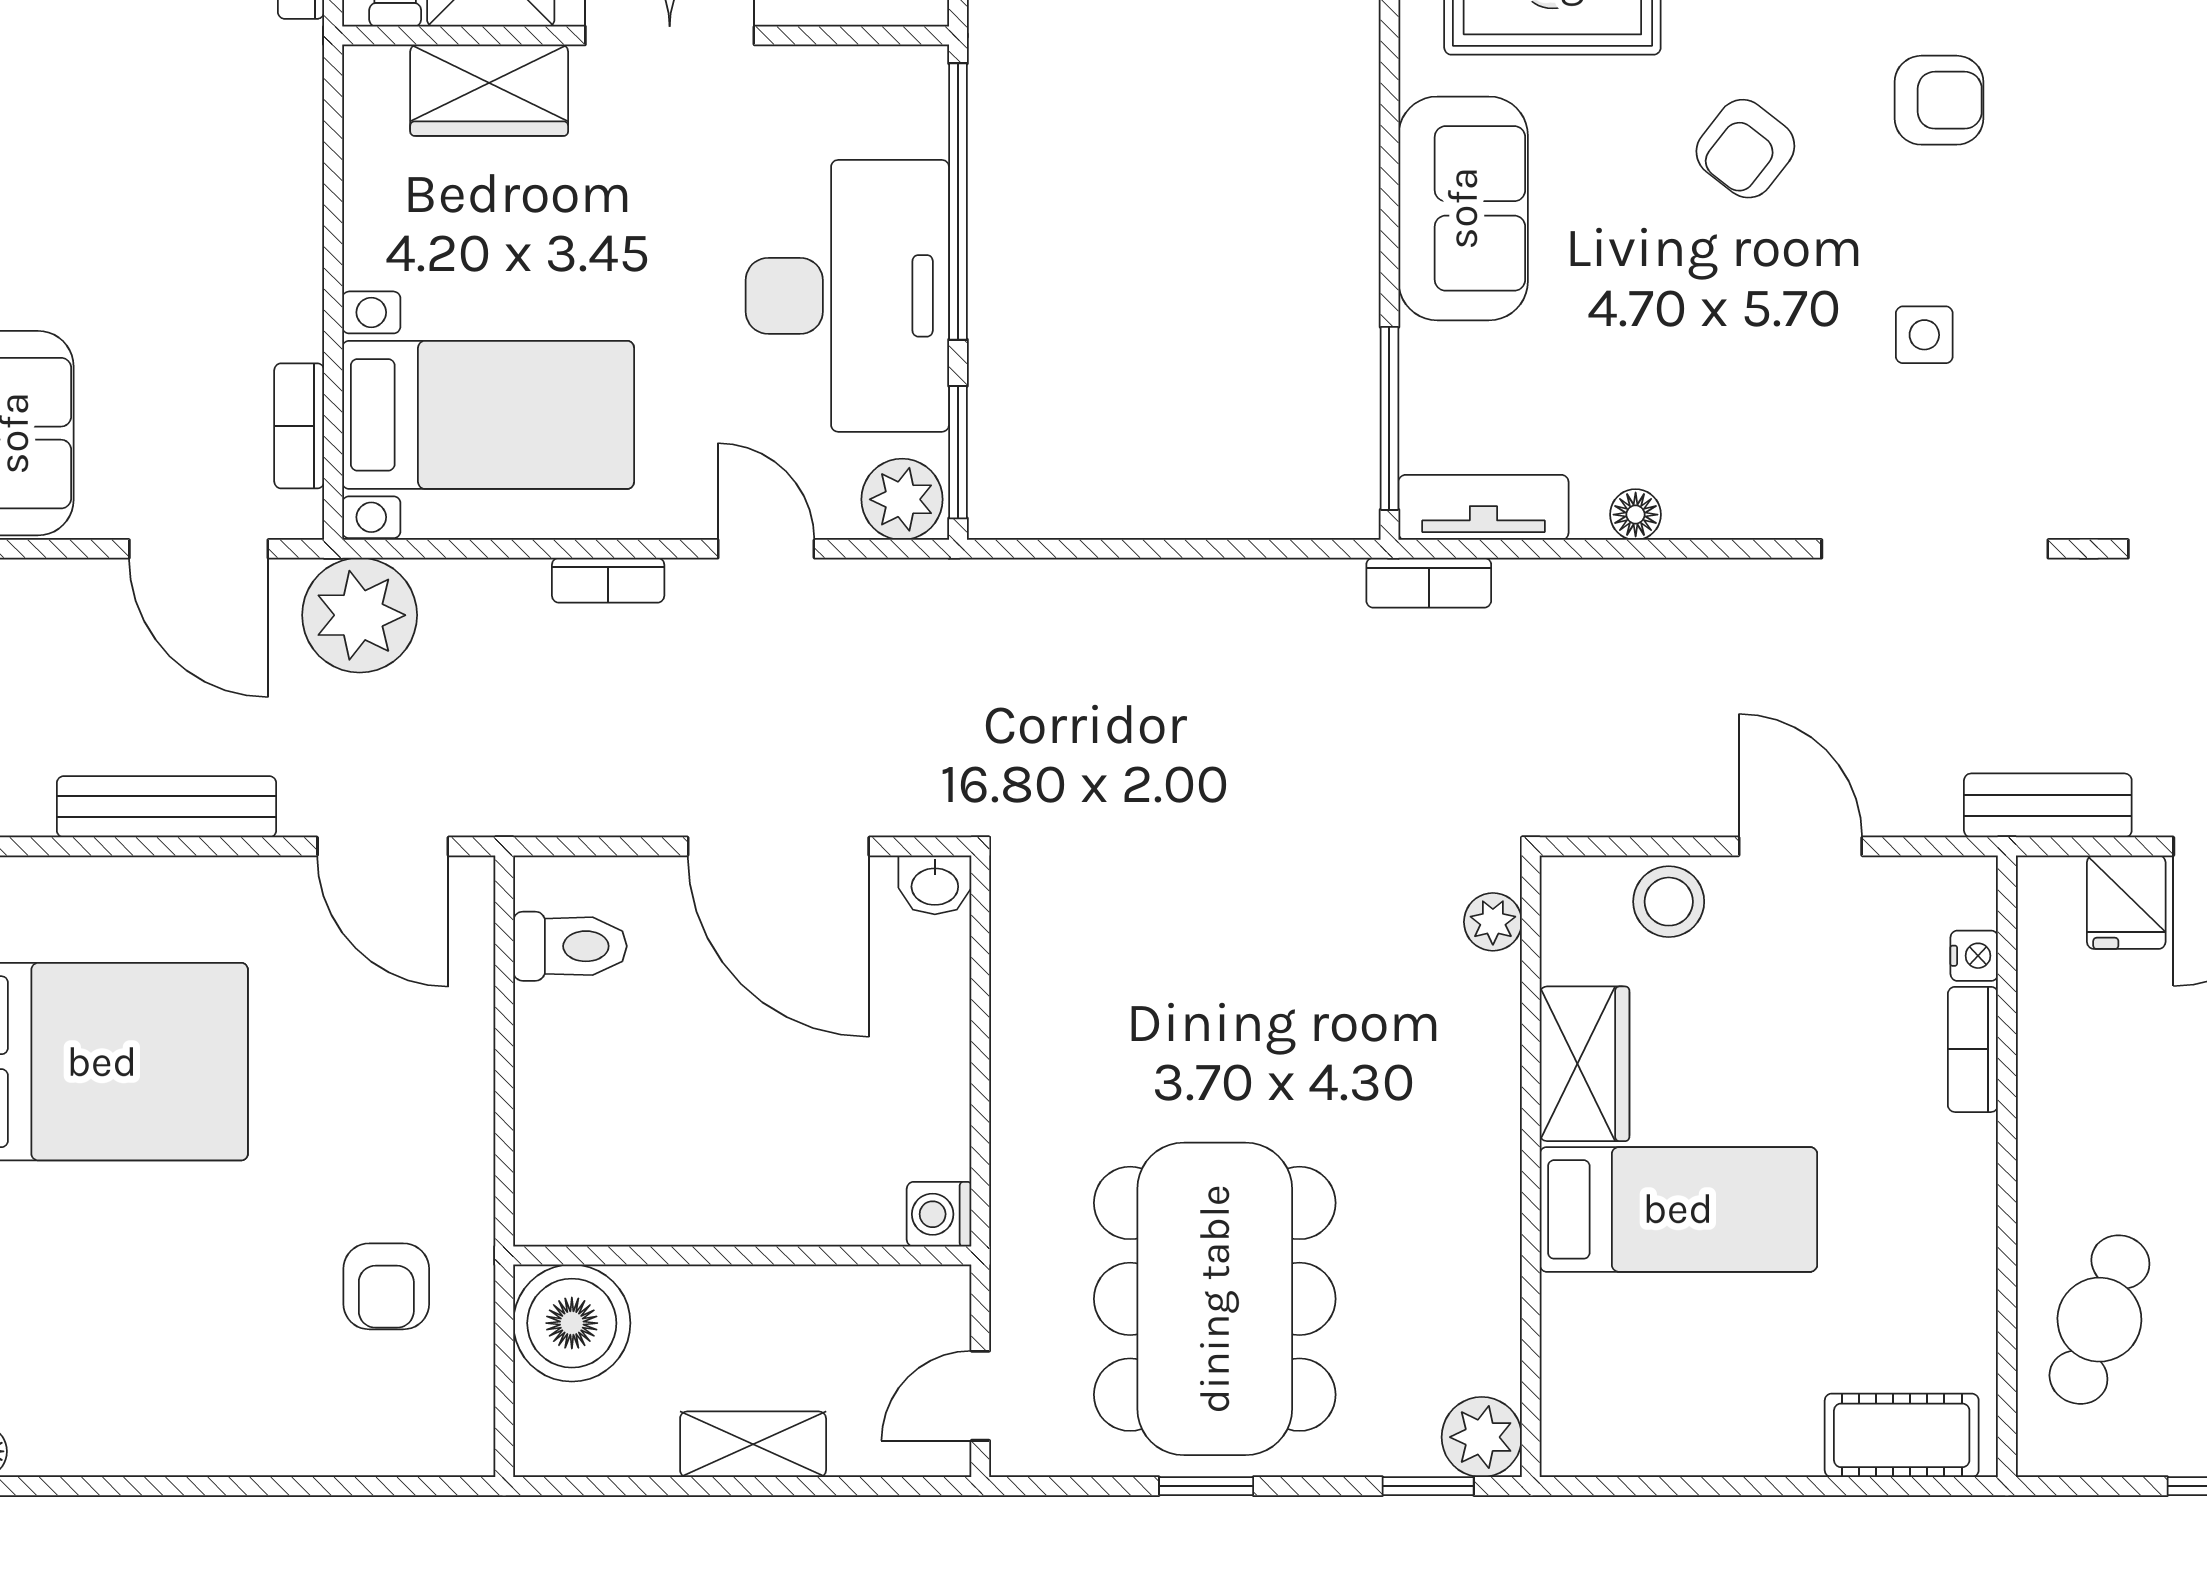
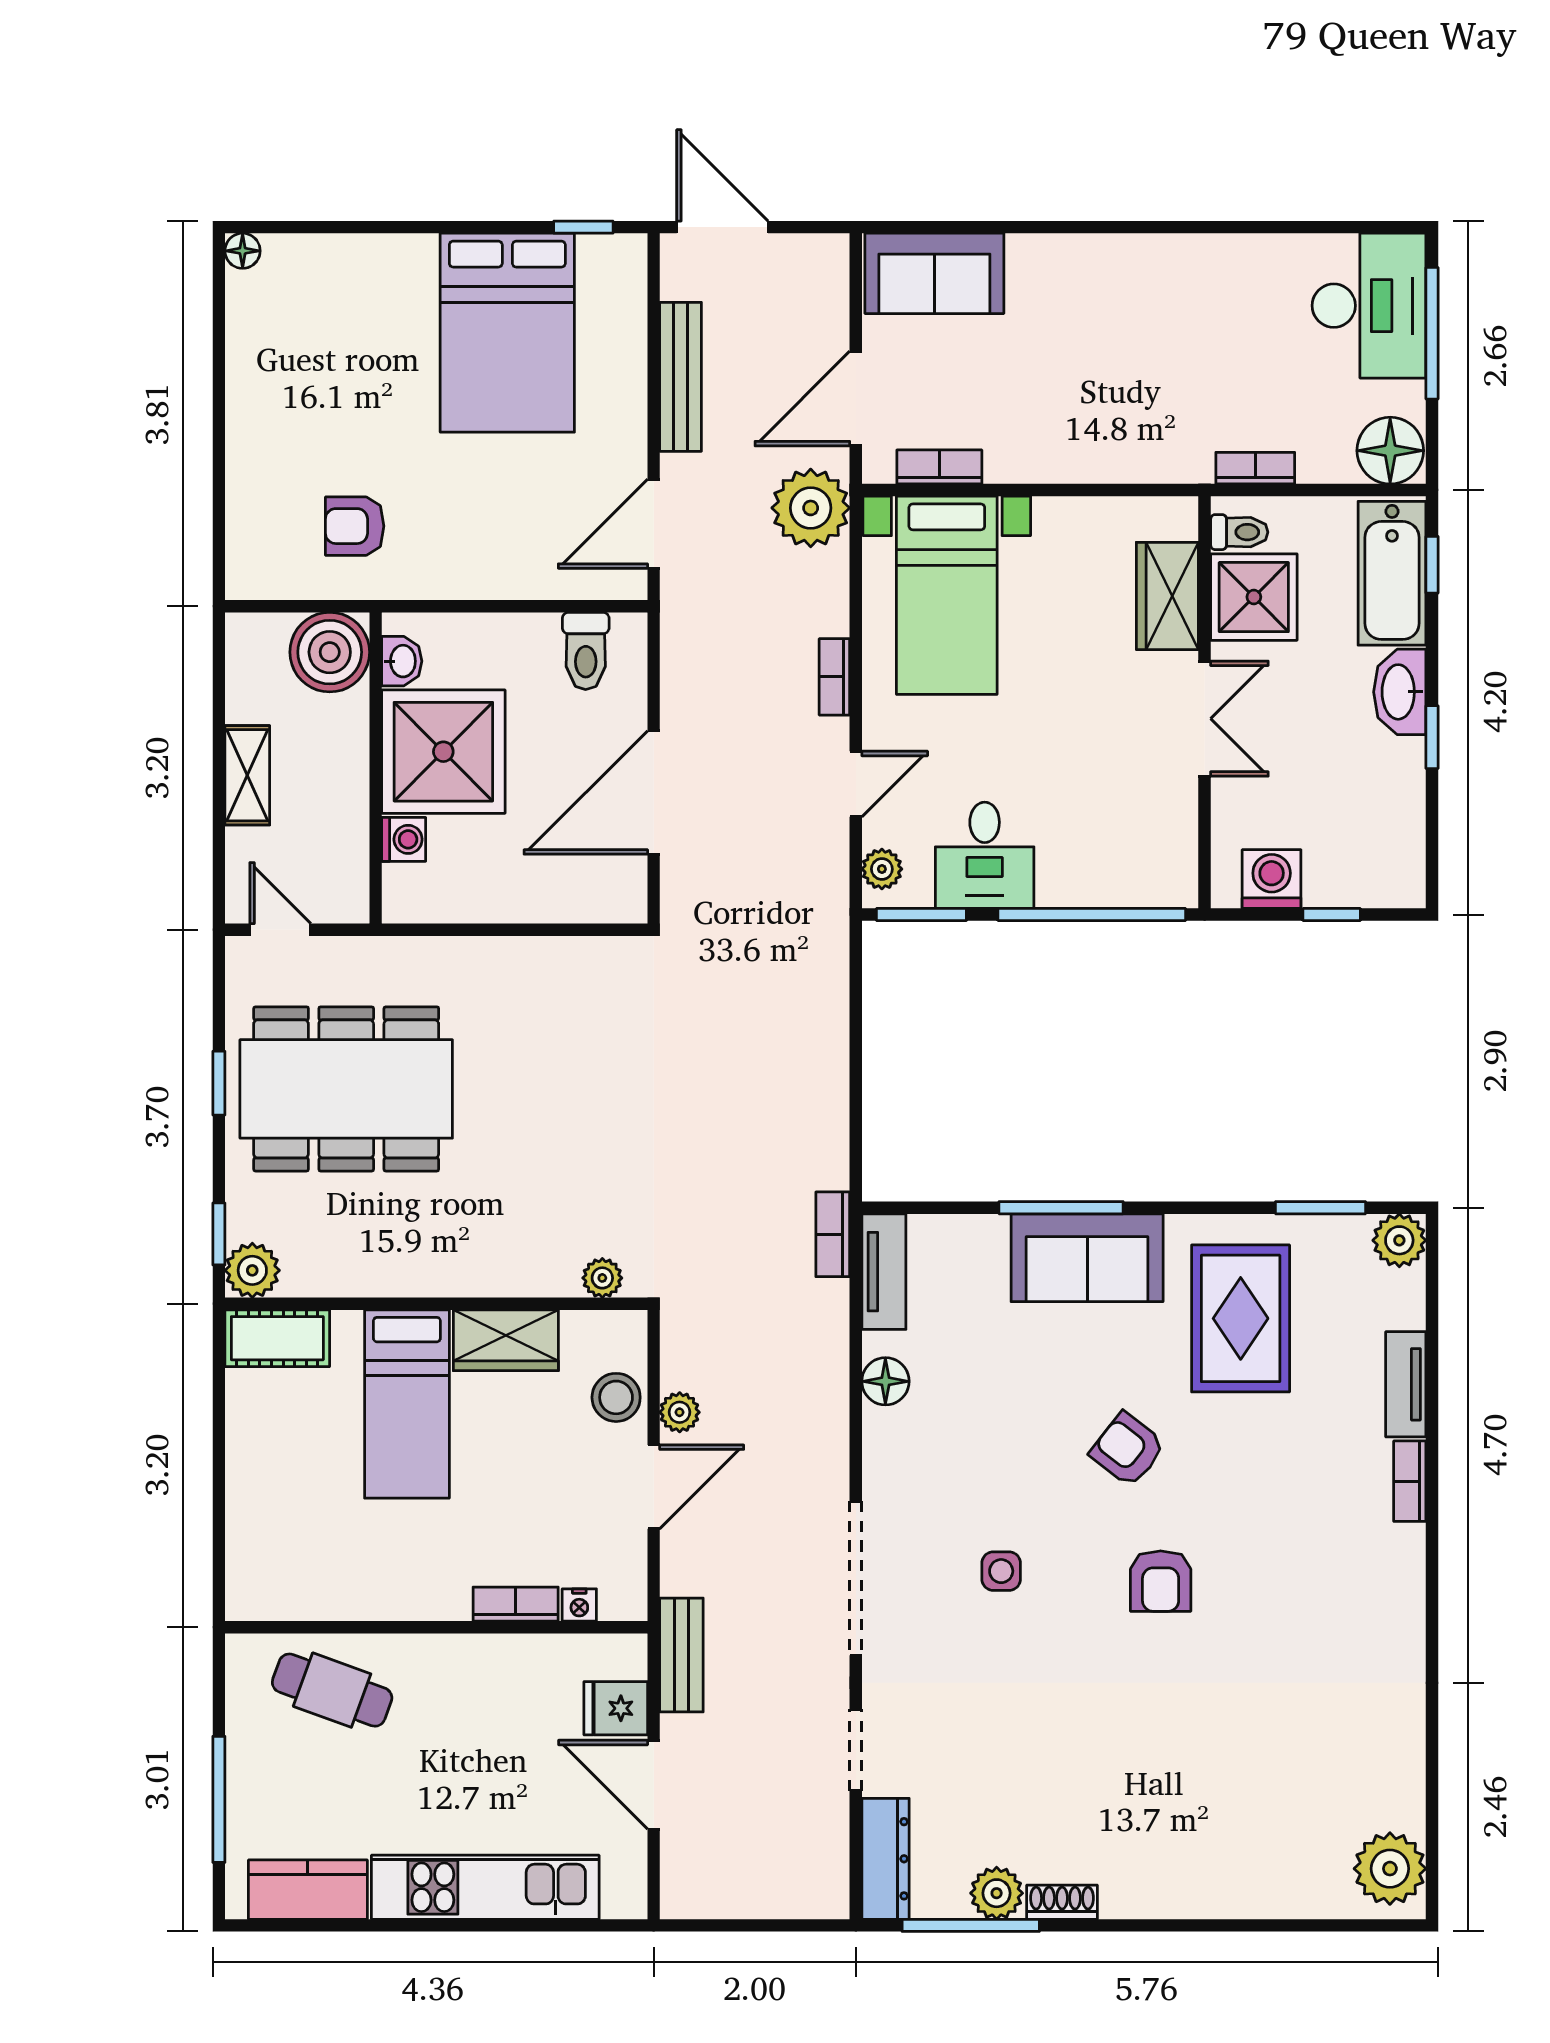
desk: (847, 296) -> (985, 855), width x0.53, depth x0.77
window: (1389, 418) -> (1061, 1208), moved
plant: (902, 499) -> (882, 869), width x0.73, depth x0.73
floor lamp: (1636, 515) -> (885, 1381), width x1.37, depth x1.37
plant: (1691, 808) -> (680, 1412), added
washbasin: (935, 885) -> (402, 661), moved, turned 180
shower: (718, 1156) -> (443, 752), added
washing machine: (939, 1214) -> (404, 839), moved, turned 90
cot: (1902, 1435) -> (277, 1338), moved, turned 90

